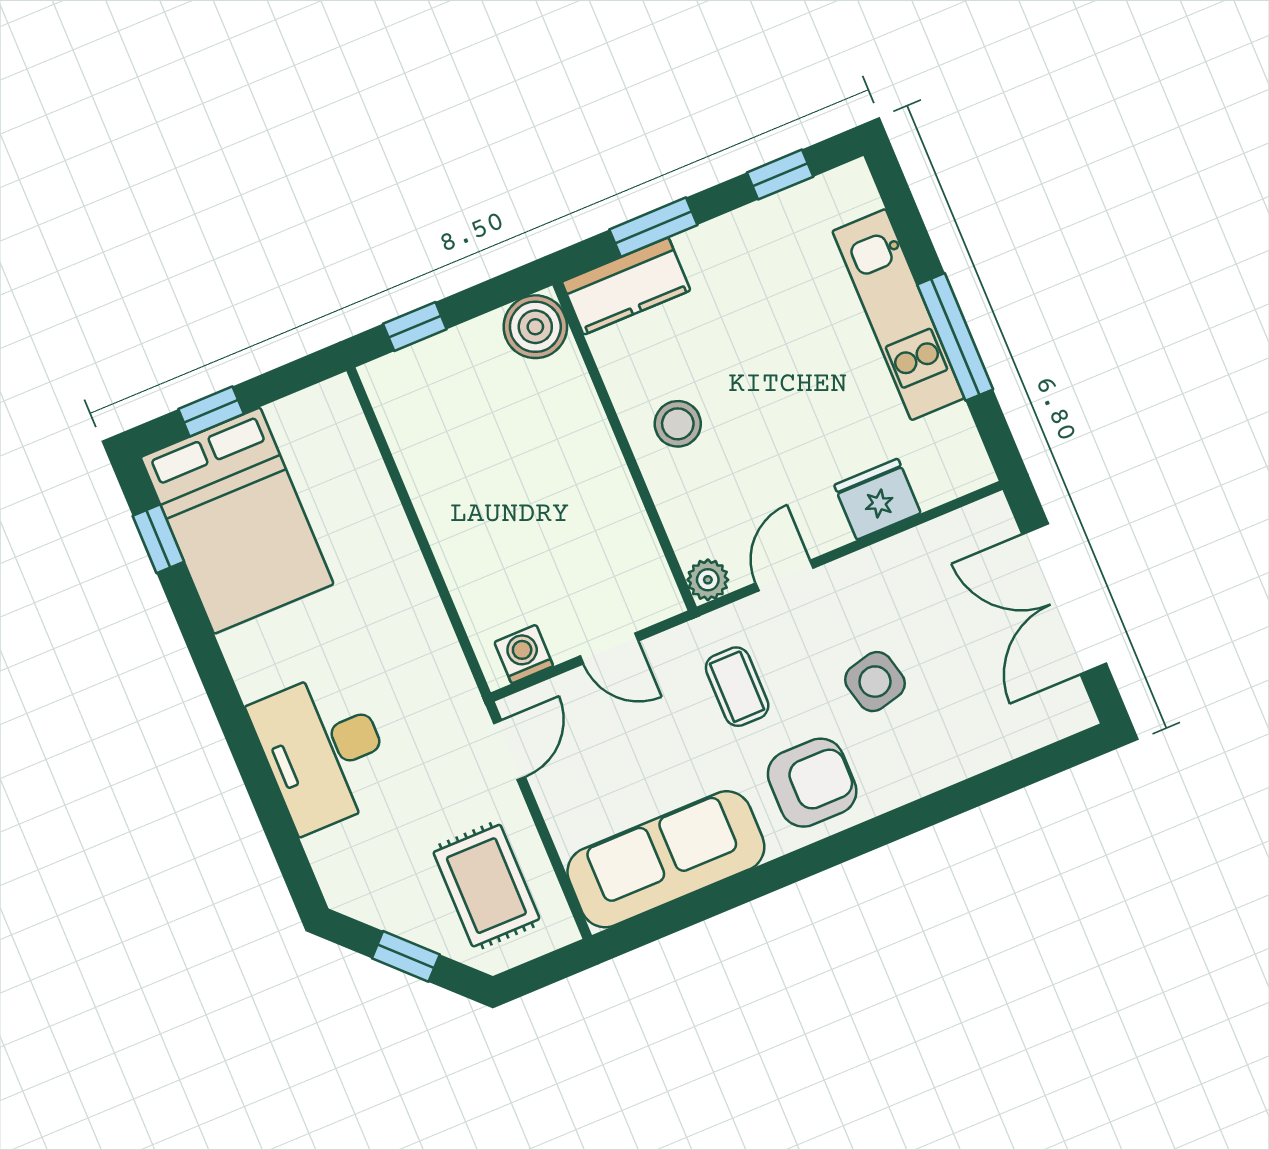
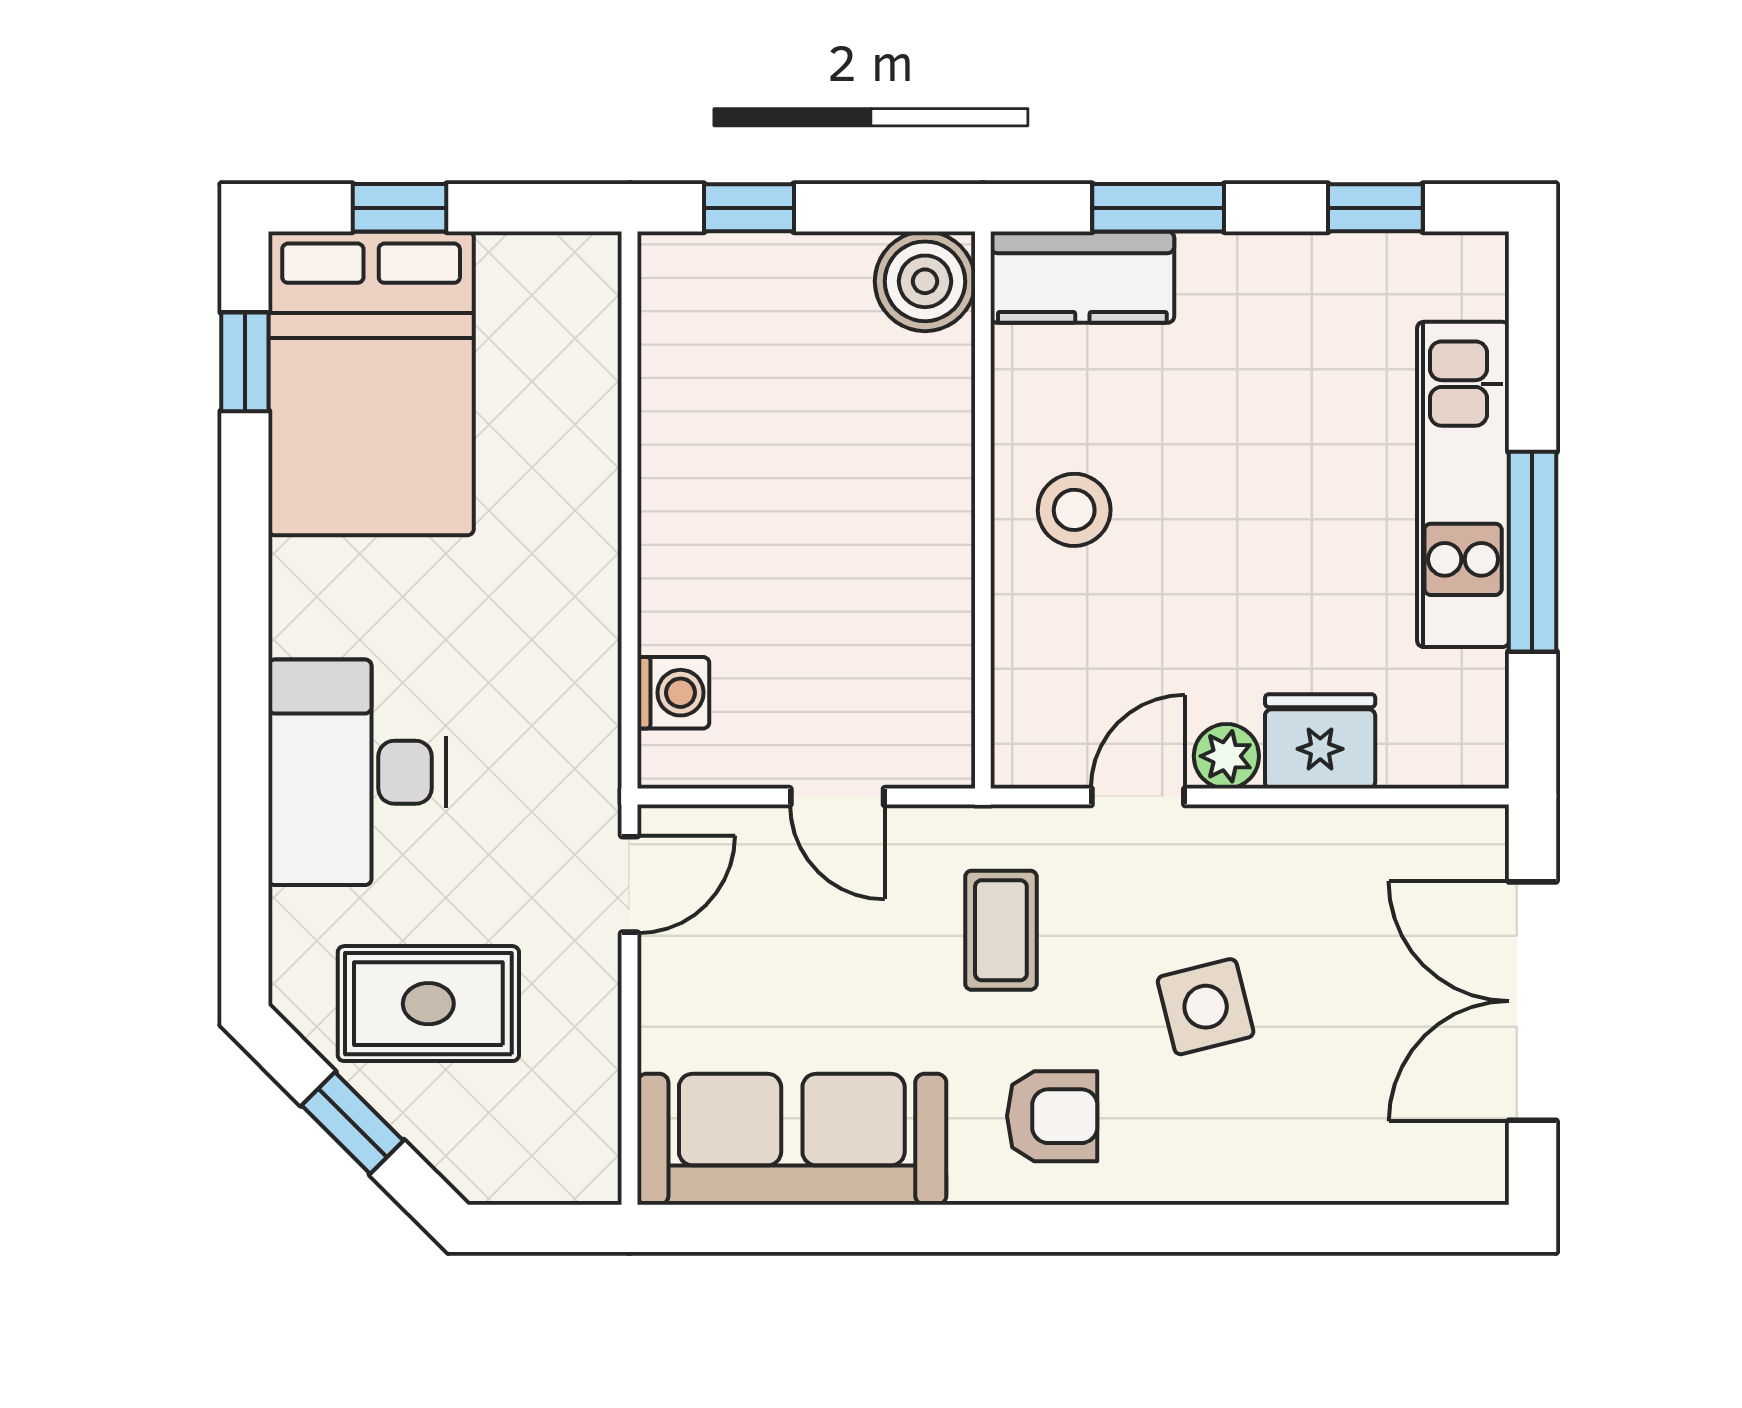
plant: (708, 580) -> (1226, 756), moved
washing machine: (524, 654) -> (673, 693), moved, turned 90
armchair: (812, 783) -> (1052, 1116), width x0.72, depth x0.72
rug: (486, 886) -> (428, 1004), moved, turned 90

